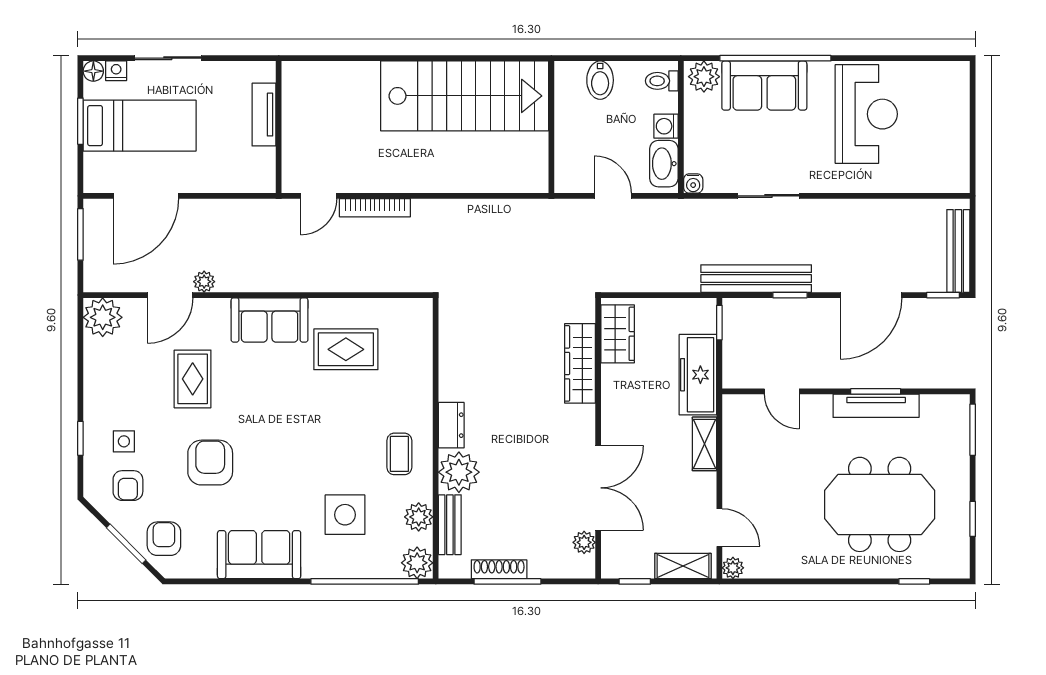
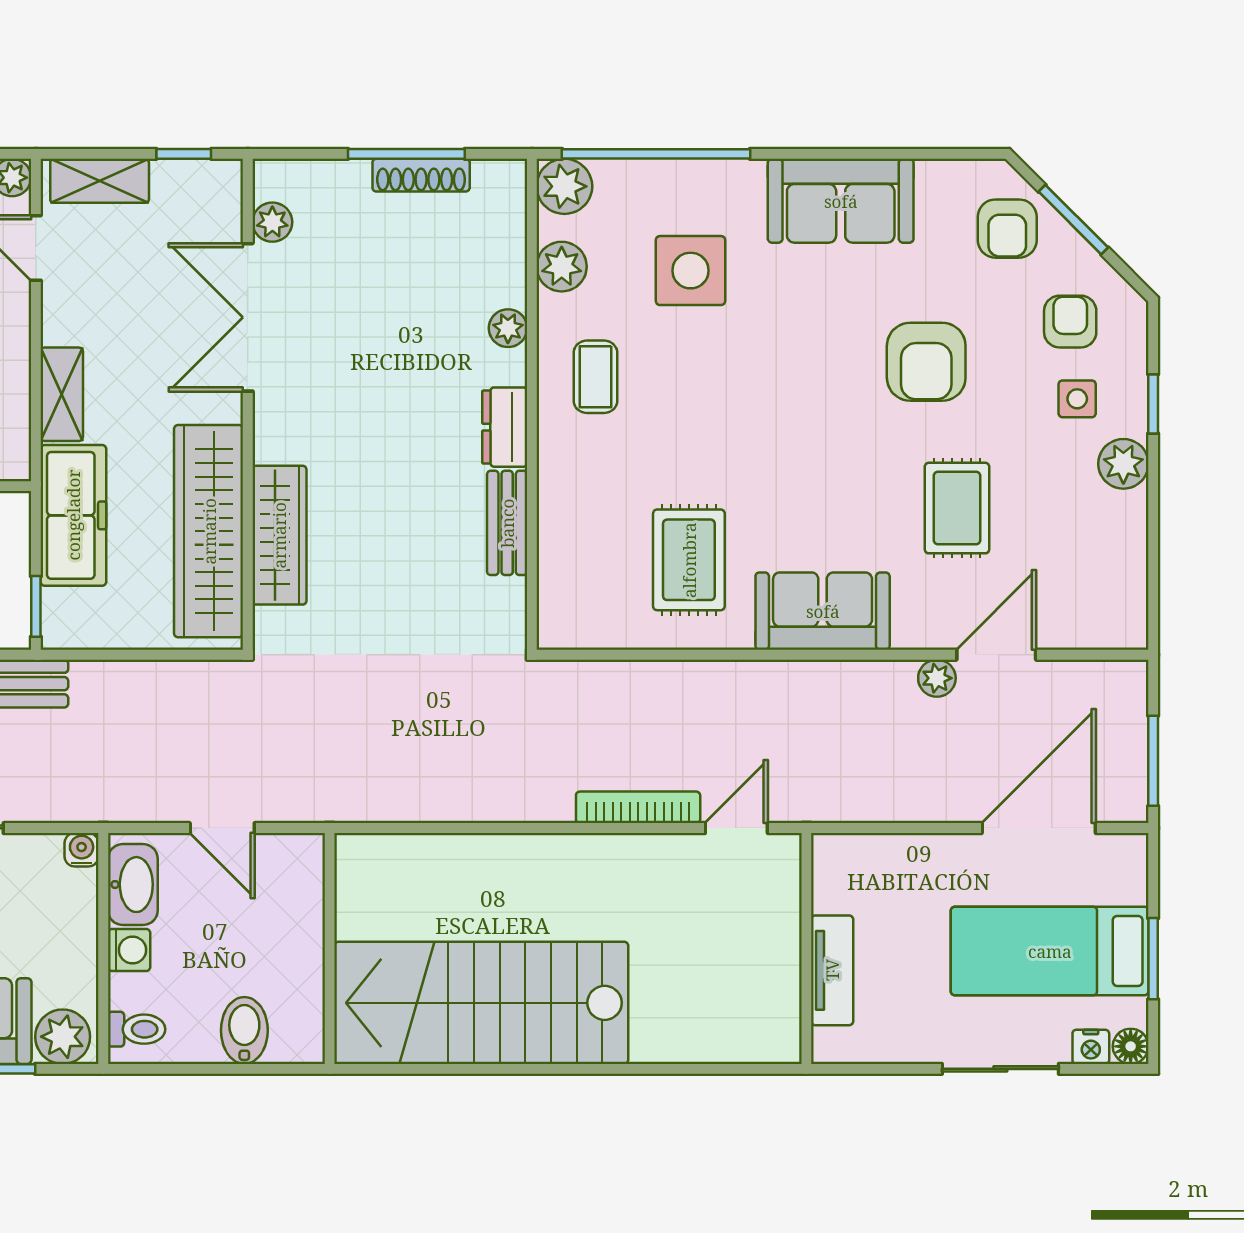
plant: (103, 317) -> (1123, 464), moved, width x0.73, depth x0.73
wardrobe: (618, 334) -> (209, 531), width x2.10, depth x1.17
rug: (346, 349) -> (689, 560), turned 90
plant: (459, 472) -> (508, 328), width x0.53, depth x0.53
bench: (450, 525) -> (507, 523), moved

